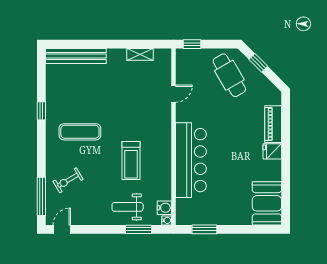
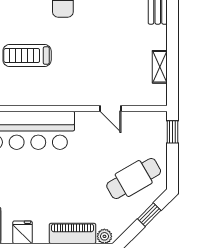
plant: (276, 99) -> (104, 236), added
fridge: (272, 151) -> (23, 232), moved

